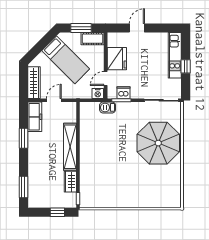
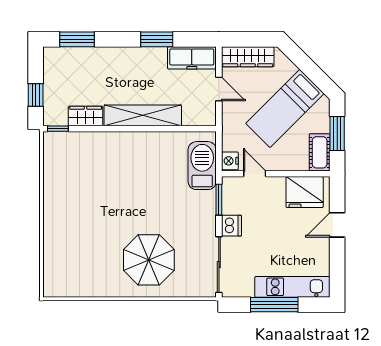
door: (137, 28) -> (337, 225), swing flipped
fridge: (117, 59) -> (305, 192), moved
window: (186, 66) -> (274, 305), width x2.17
dishwasher: (124, 93) -> (231, 226), moved
barbecue: (108, 107) -> (202, 166), width x1.88, depth x1.53
parasol: (158, 143) -> (149, 260), width x0.73, depth x0.73

